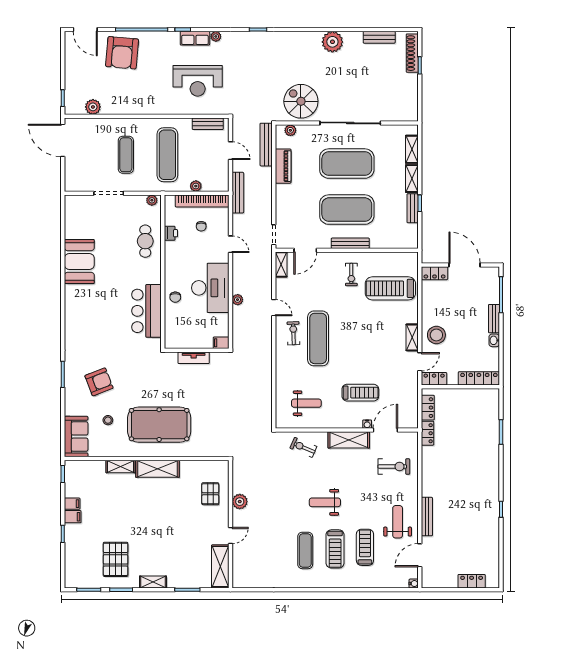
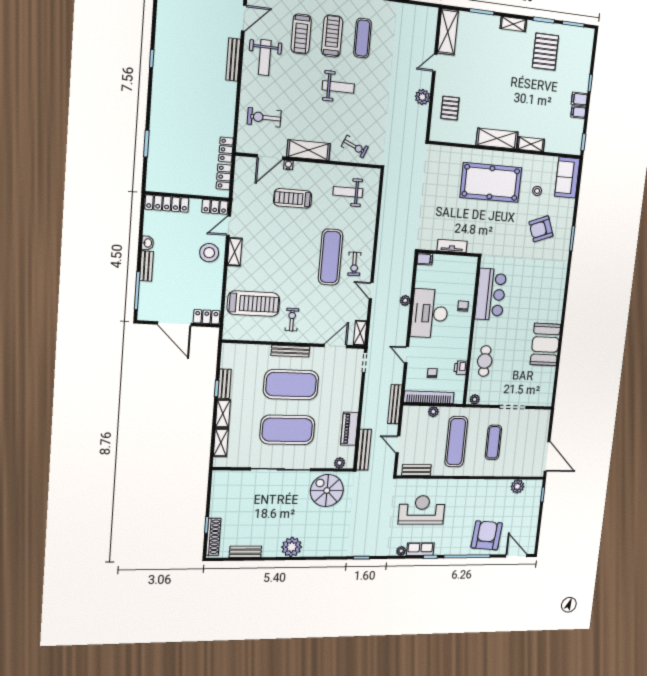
spiral stairs: (301, 101) -> (327, 491), turned 180

